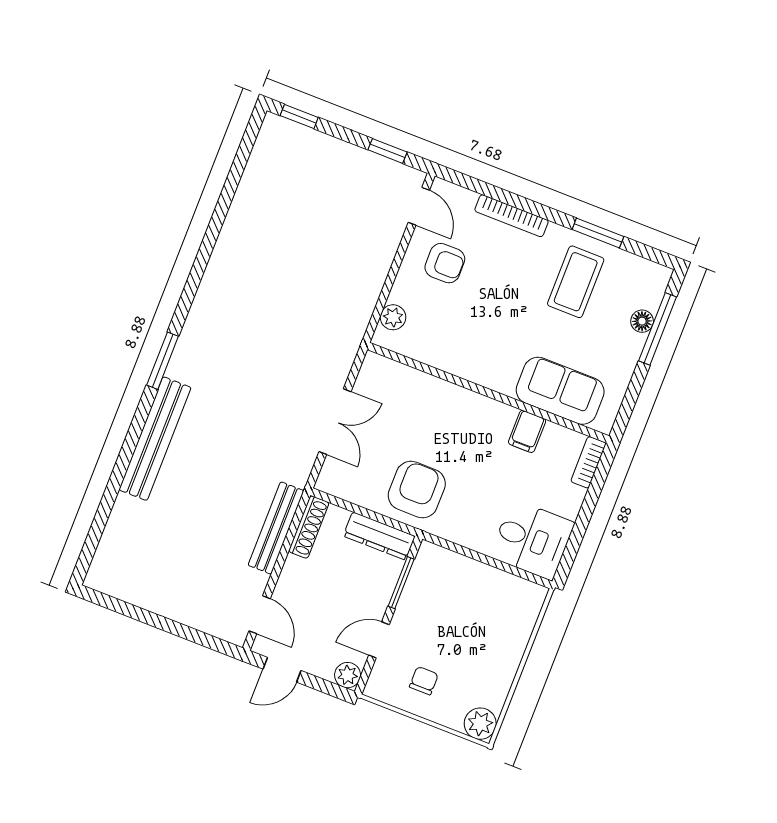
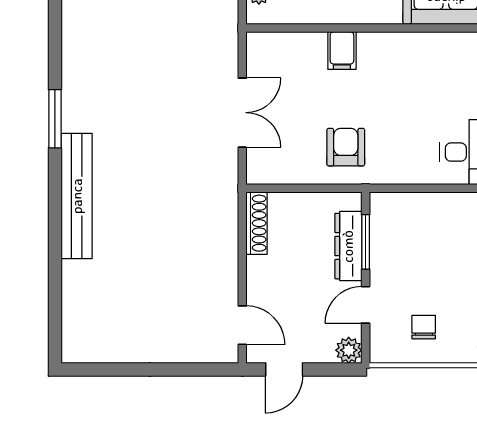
filing cabinet: (527, 431) -> (342, 51), moved
armchair: (417, 490) -> (346, 147), width x0.72, depth x0.72
bench: (276, 528) -> (226, 236), removed
dresser: (379, 536) -> (348, 246), moved, turned 90

